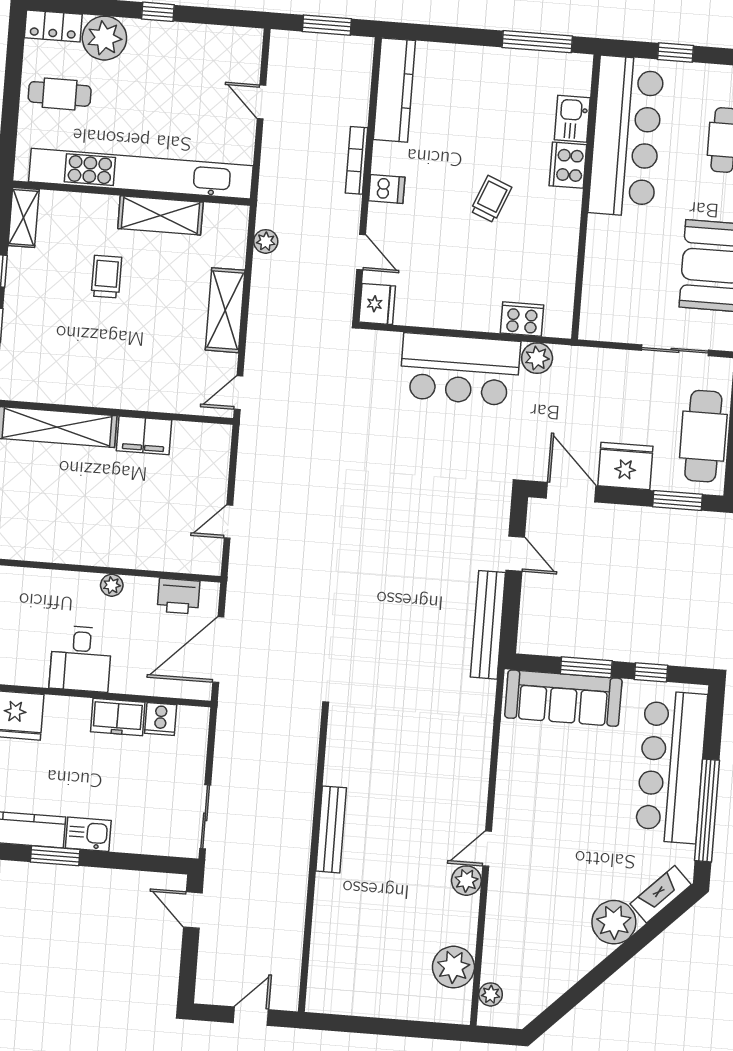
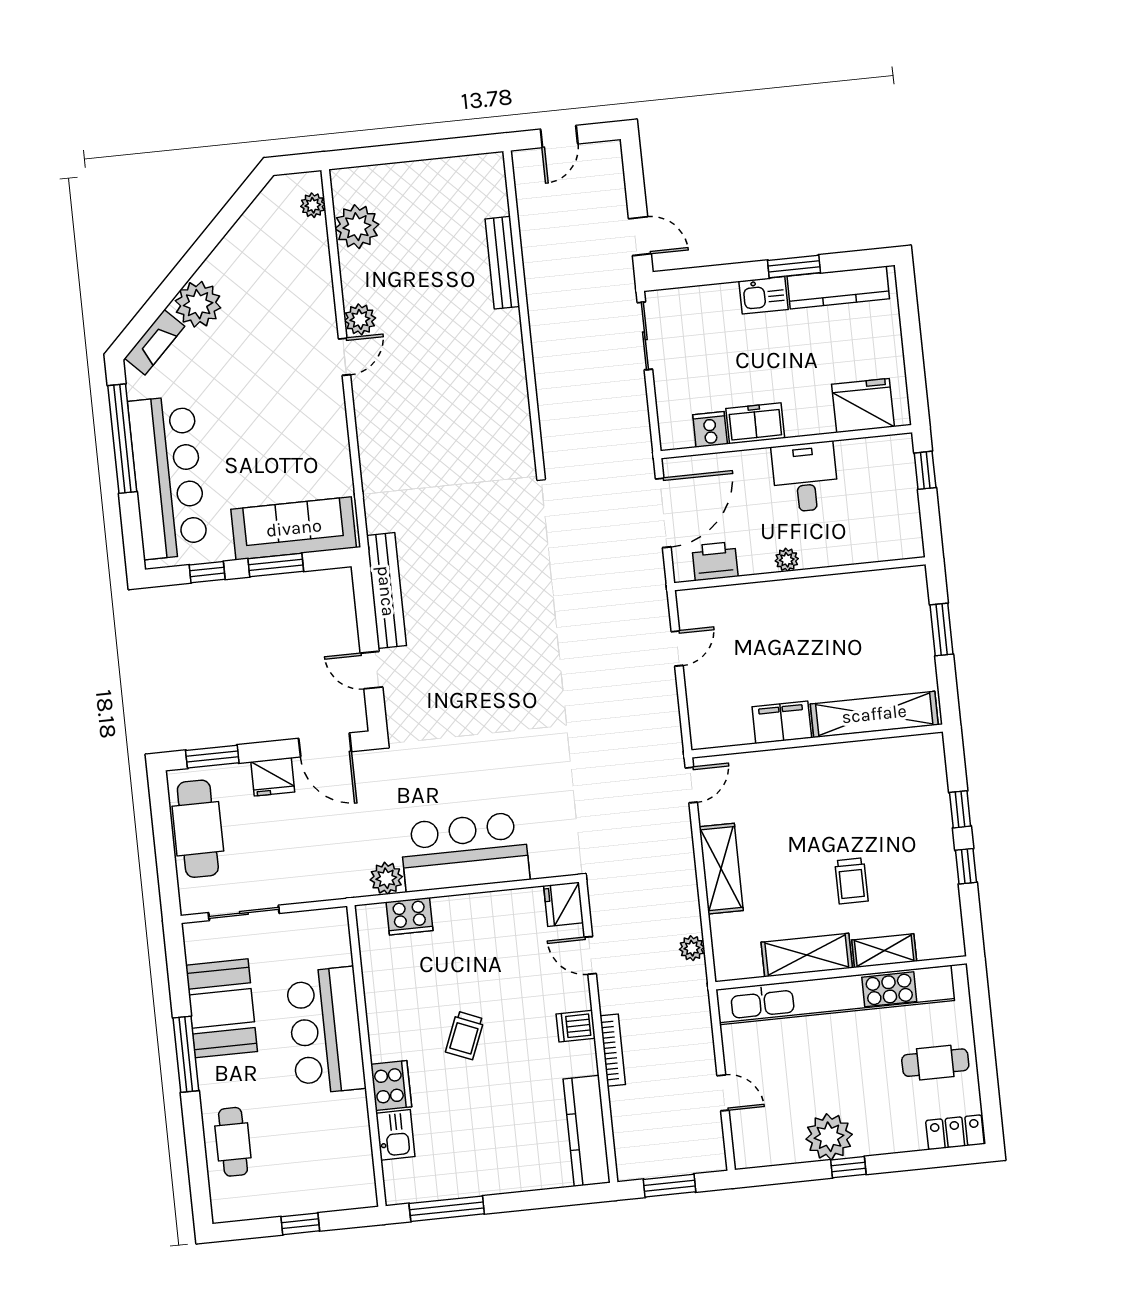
plant: (104, 38) -> (829, 1137), moved
bar counter: (626, 136) -> (326, 1031), moved, width x0.73
shelving: (24, 217) -> (884, 951), moved, turned 90
fridge: (625, 466) -> (273, 777), width x0.73, depth x0.75
bench: (331, 829) -> (502, 263), moved

